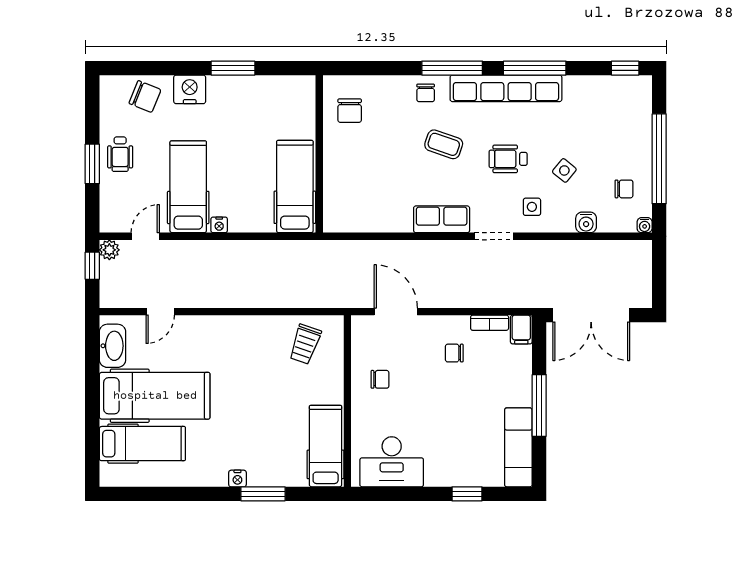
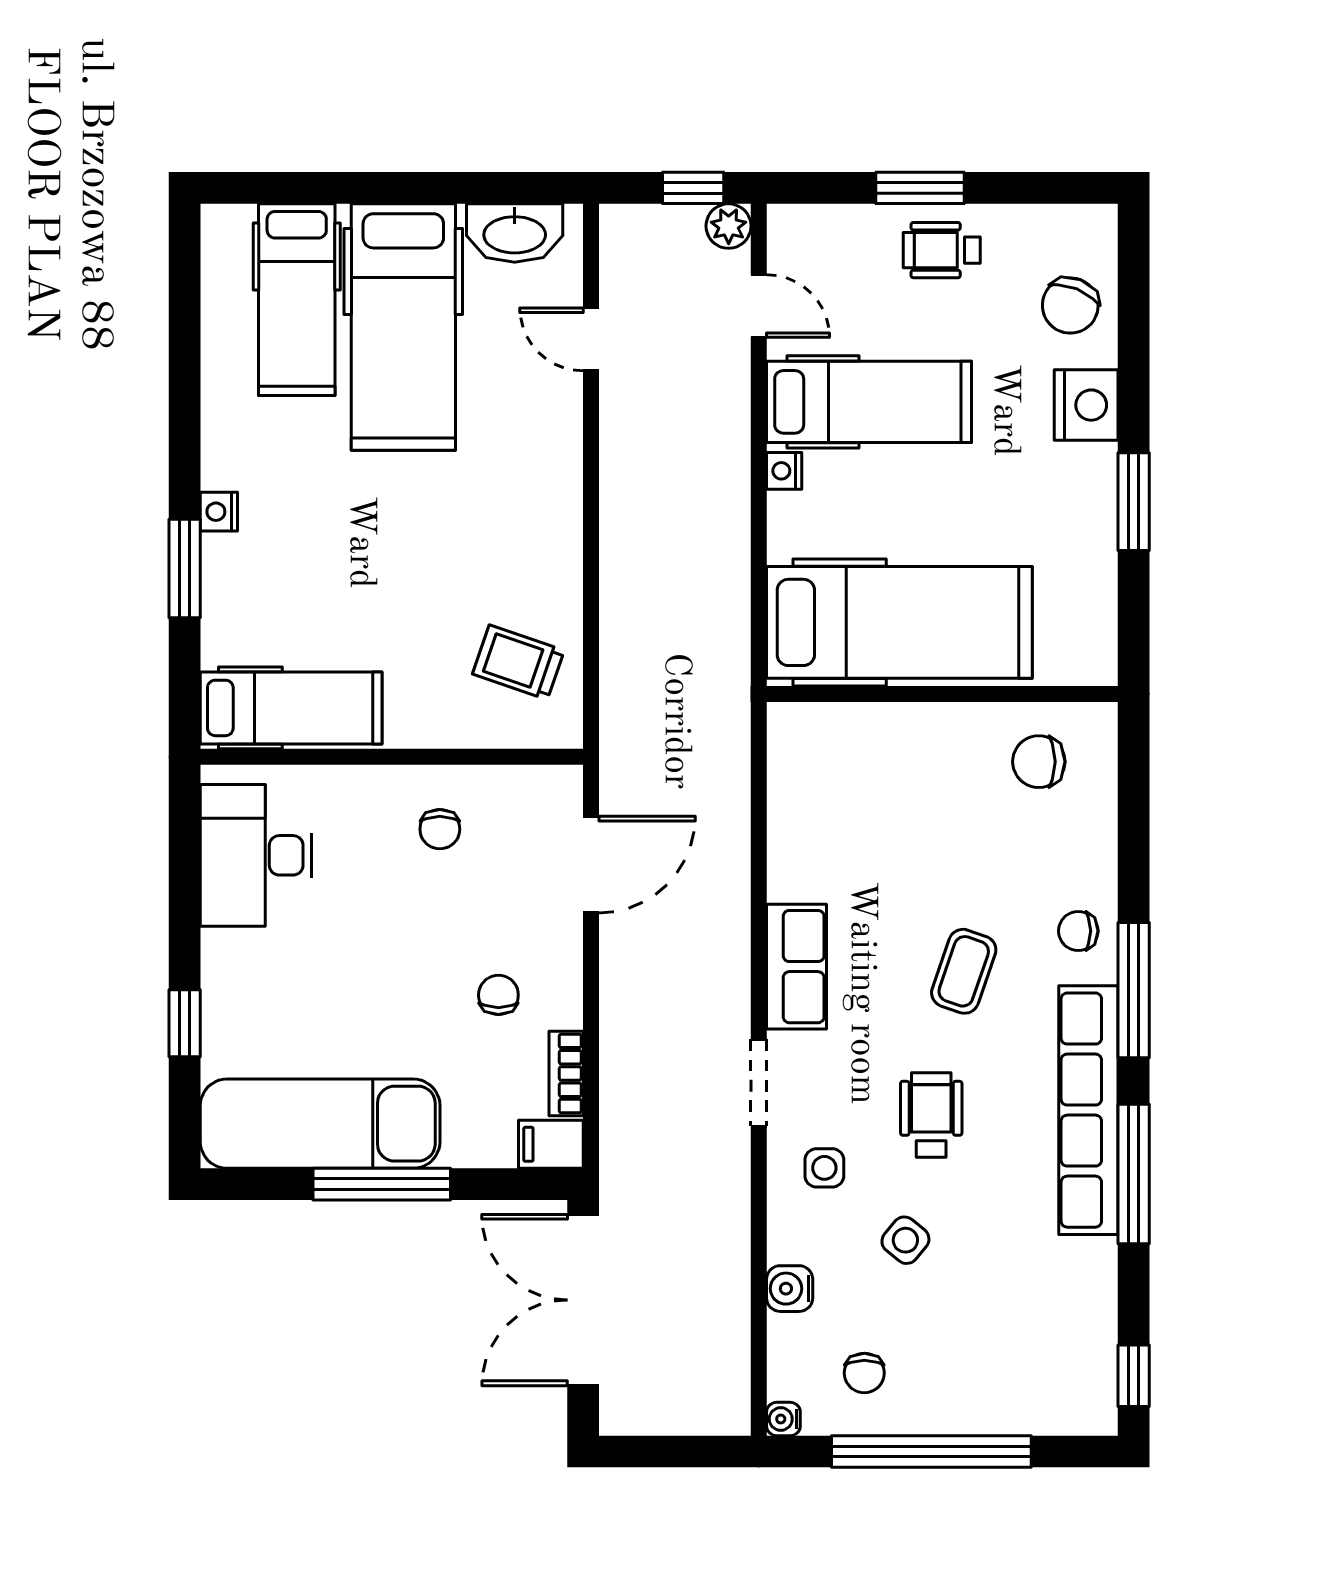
hospital bed: (295, 187) -> (899, 622), width x1.37, depth x1.29
exam couch: (518, 447) -> (320, 1124), width x1.36, depth x1.45

